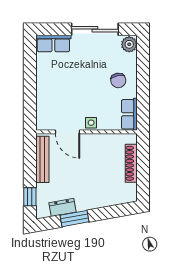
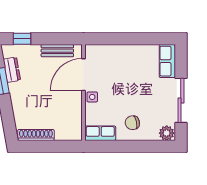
door: (68, 132) -> (83, 75), width x1.36
bench: (42, 159) -> (57, 51), width x0.73
shoe rack: (131, 163) -> (36, 135), moved

